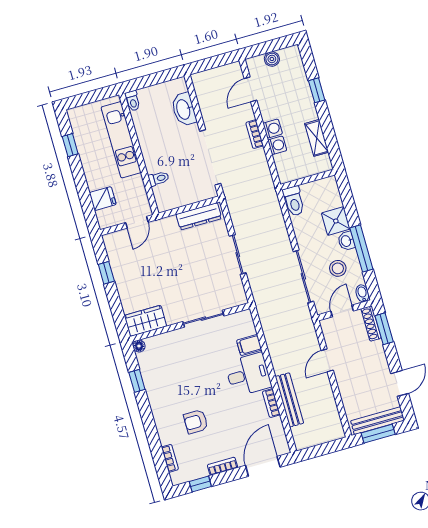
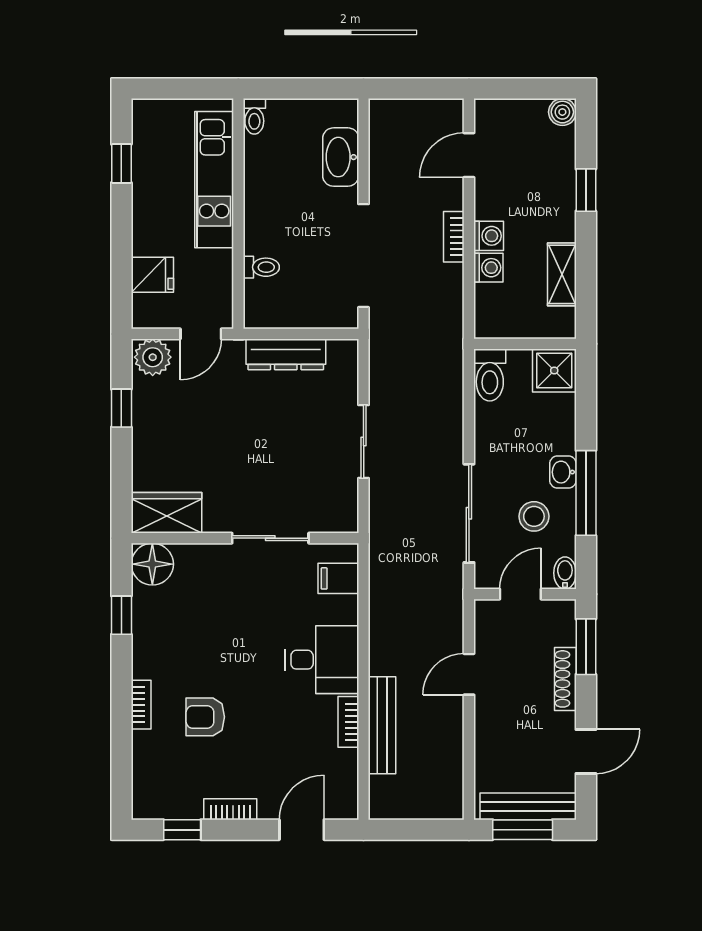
boiler: (272, 59) -> (562, 112), moved
dresser: (199, 216) -> (286, 354), moved
shower: (336, 221) -> (554, 370), moved
plant: (115, 242) -> (153, 357), added
shoe rack: (371, 323) -> (565, 679), moved
filing cabinet: (249, 345) -> (338, 578), moved
floor lamp: (139, 346) -> (152, 564), width x1.89, depth x1.89
bookcase: (170, 458) -> (141, 705), moved
door: (263, 466) -> (302, 830), width x0.73

